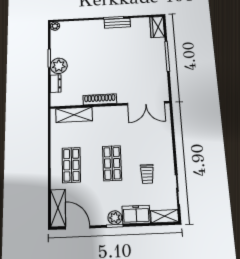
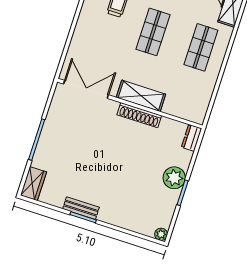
dresser: (56, 84) -> (192, 138), moved
shelving: (74, 115) -> (141, 96), moved

